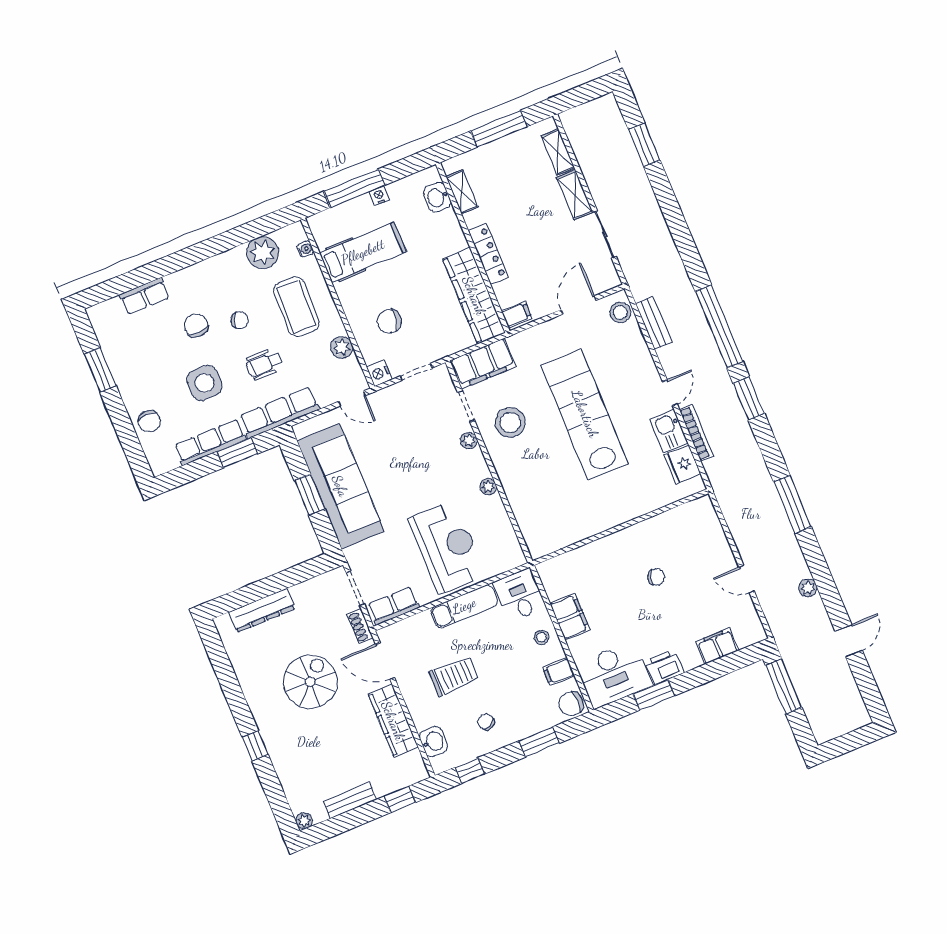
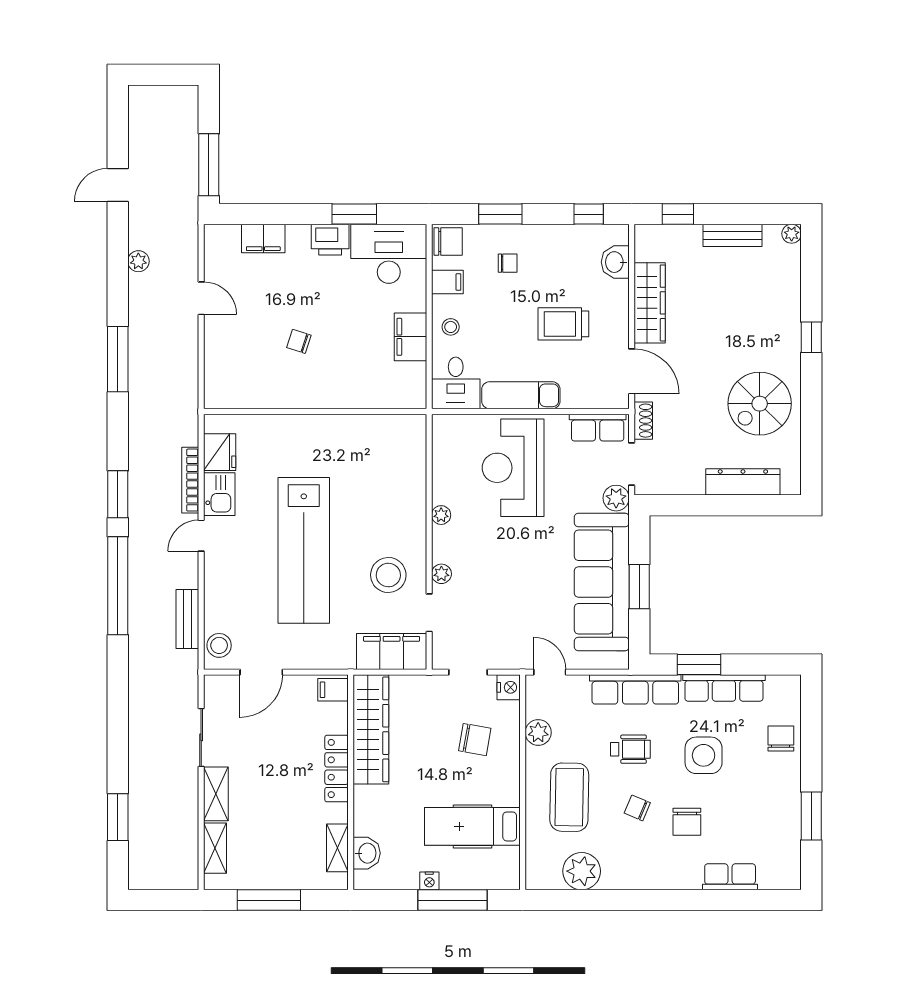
water cooler: (305, 249) -> (534, 856), removed
plant: (356, 557) -> (616, 498), added
spiral stairs: (310, 682) -> (760, 404), moved
chair: (486, 722) -> (508, 263), moved, turned -64

